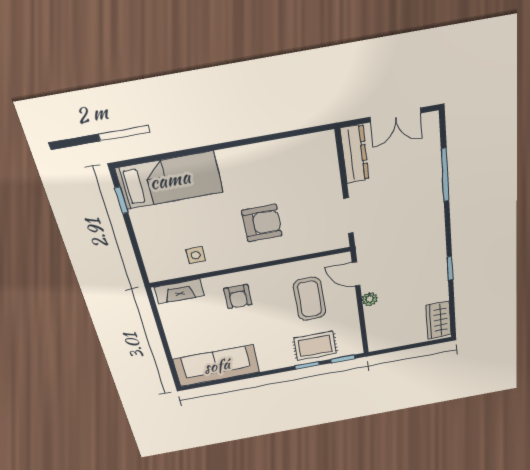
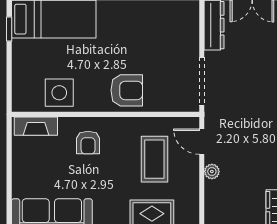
doorway: (348, 216) -> (202, 81), width x1.38
armchair: (262, 223) -> (127, 90), moved
side table: (196, 255) -> (59, 93), width x1.87, depth x1.87

